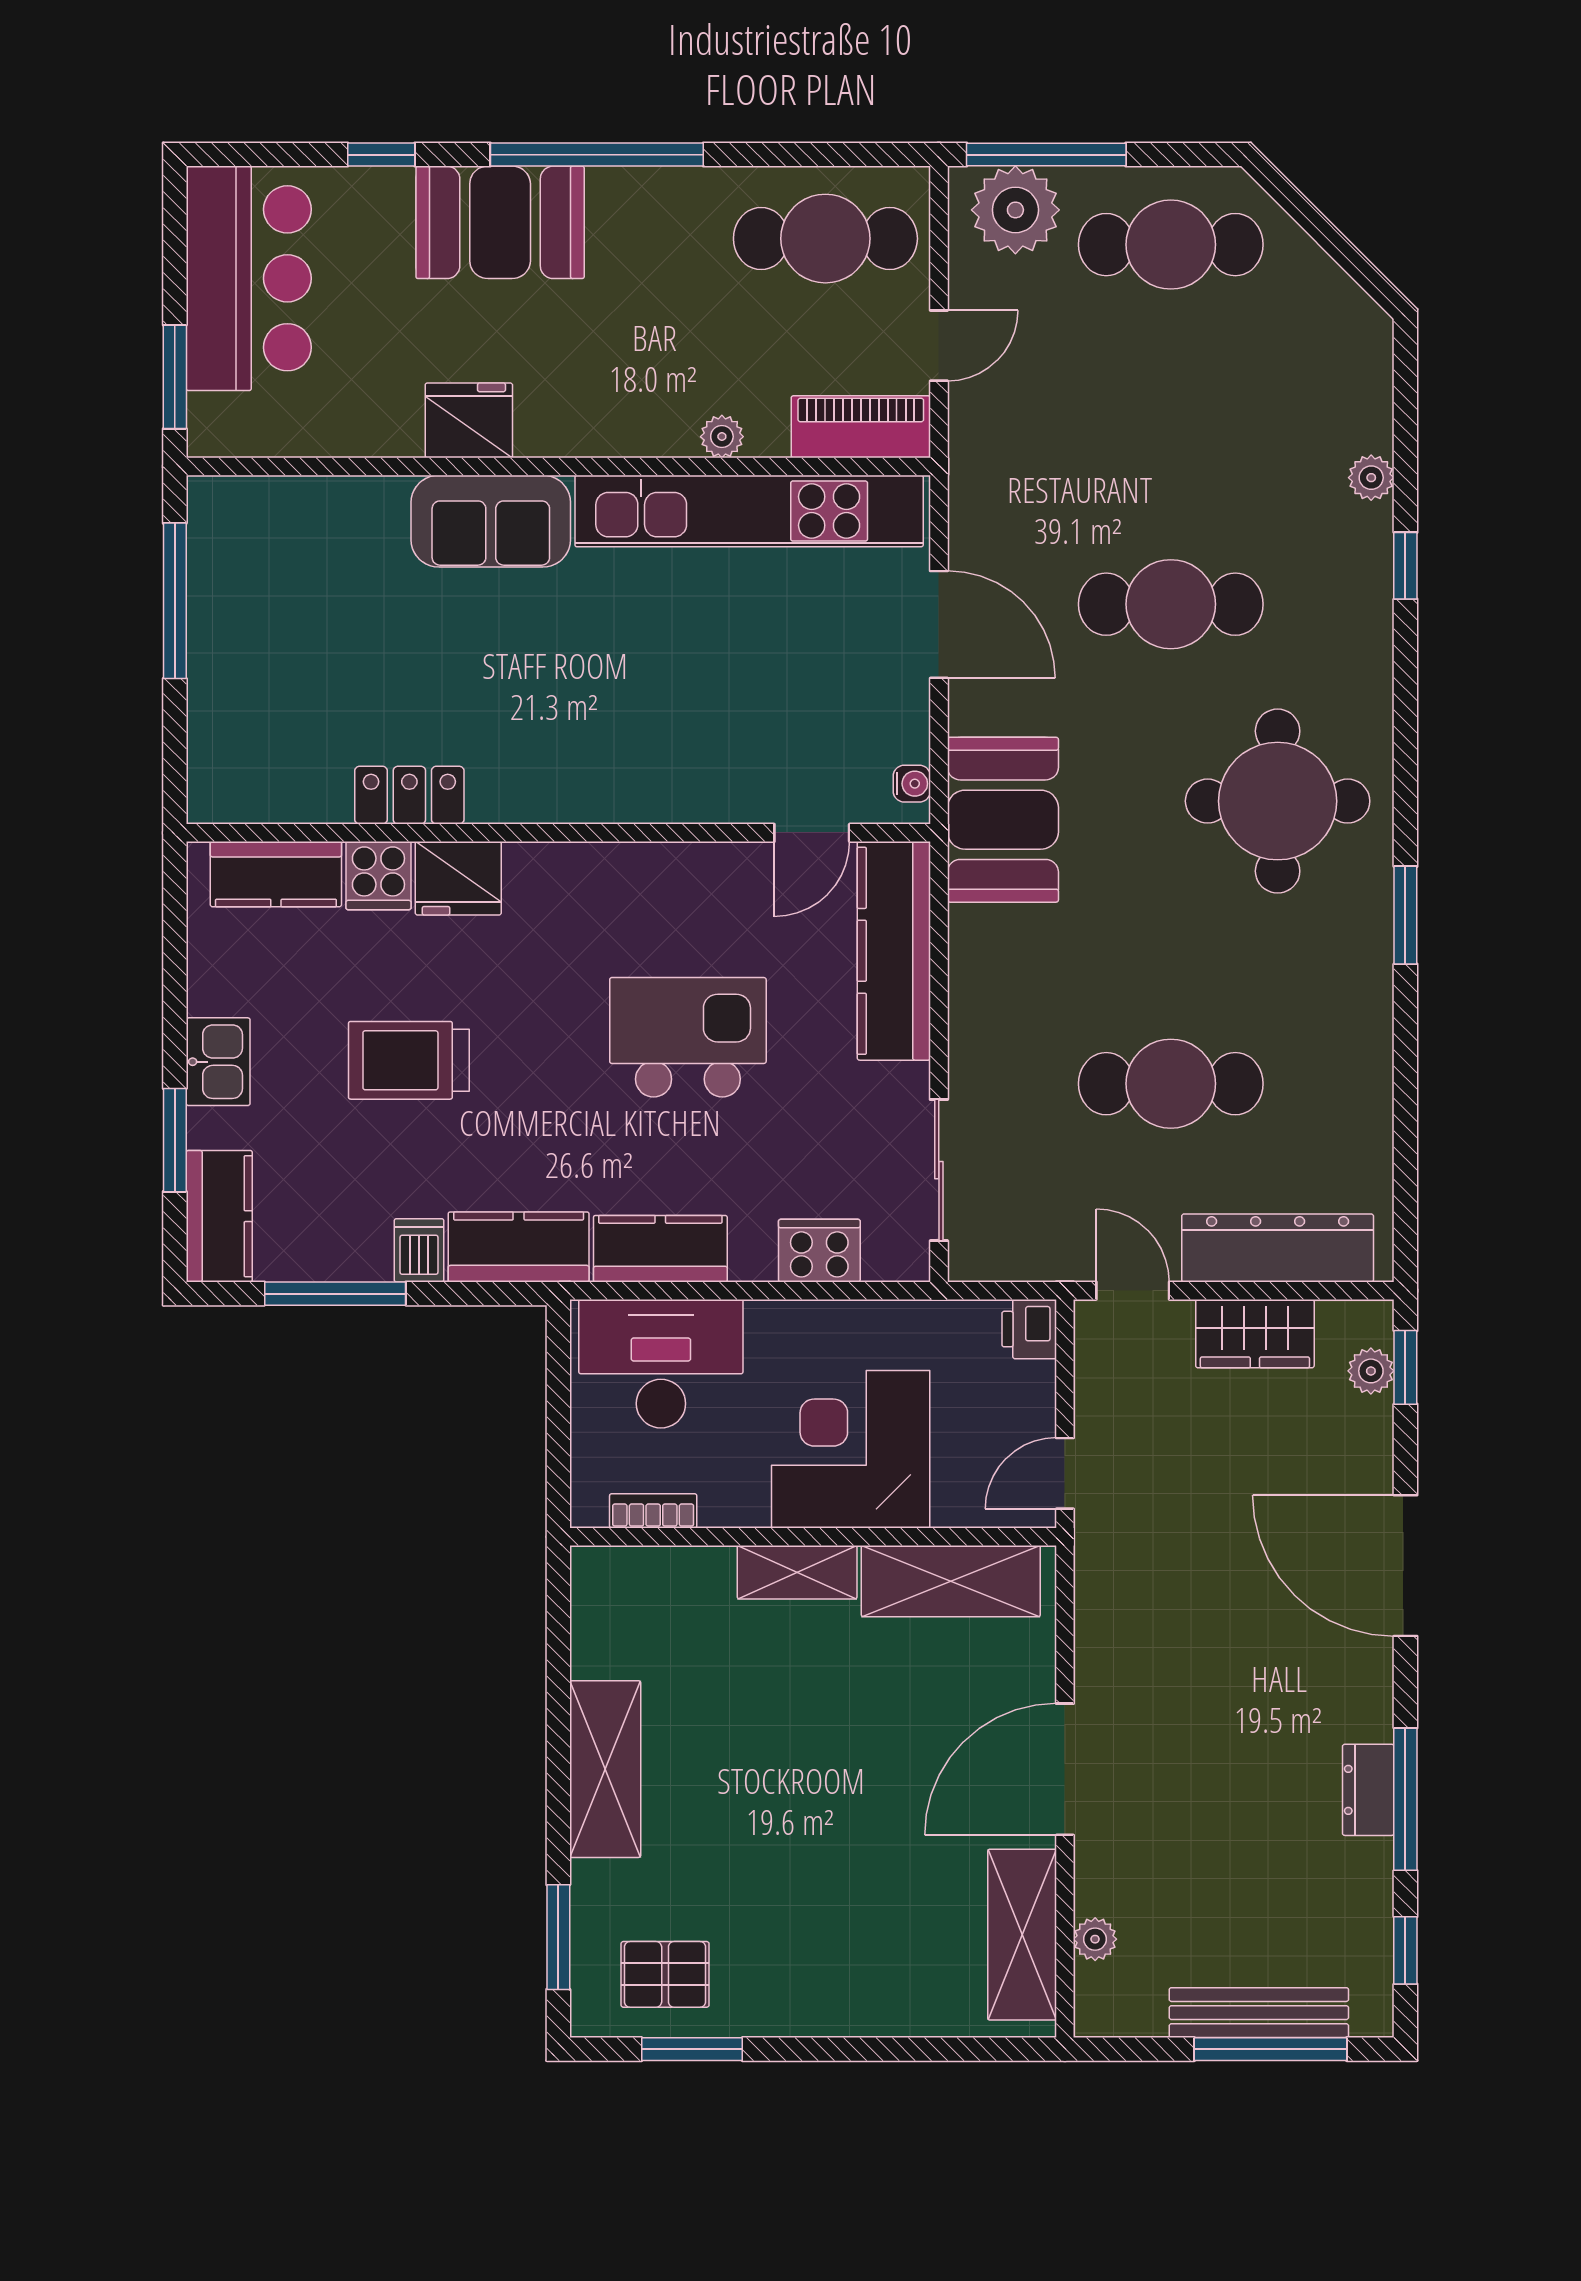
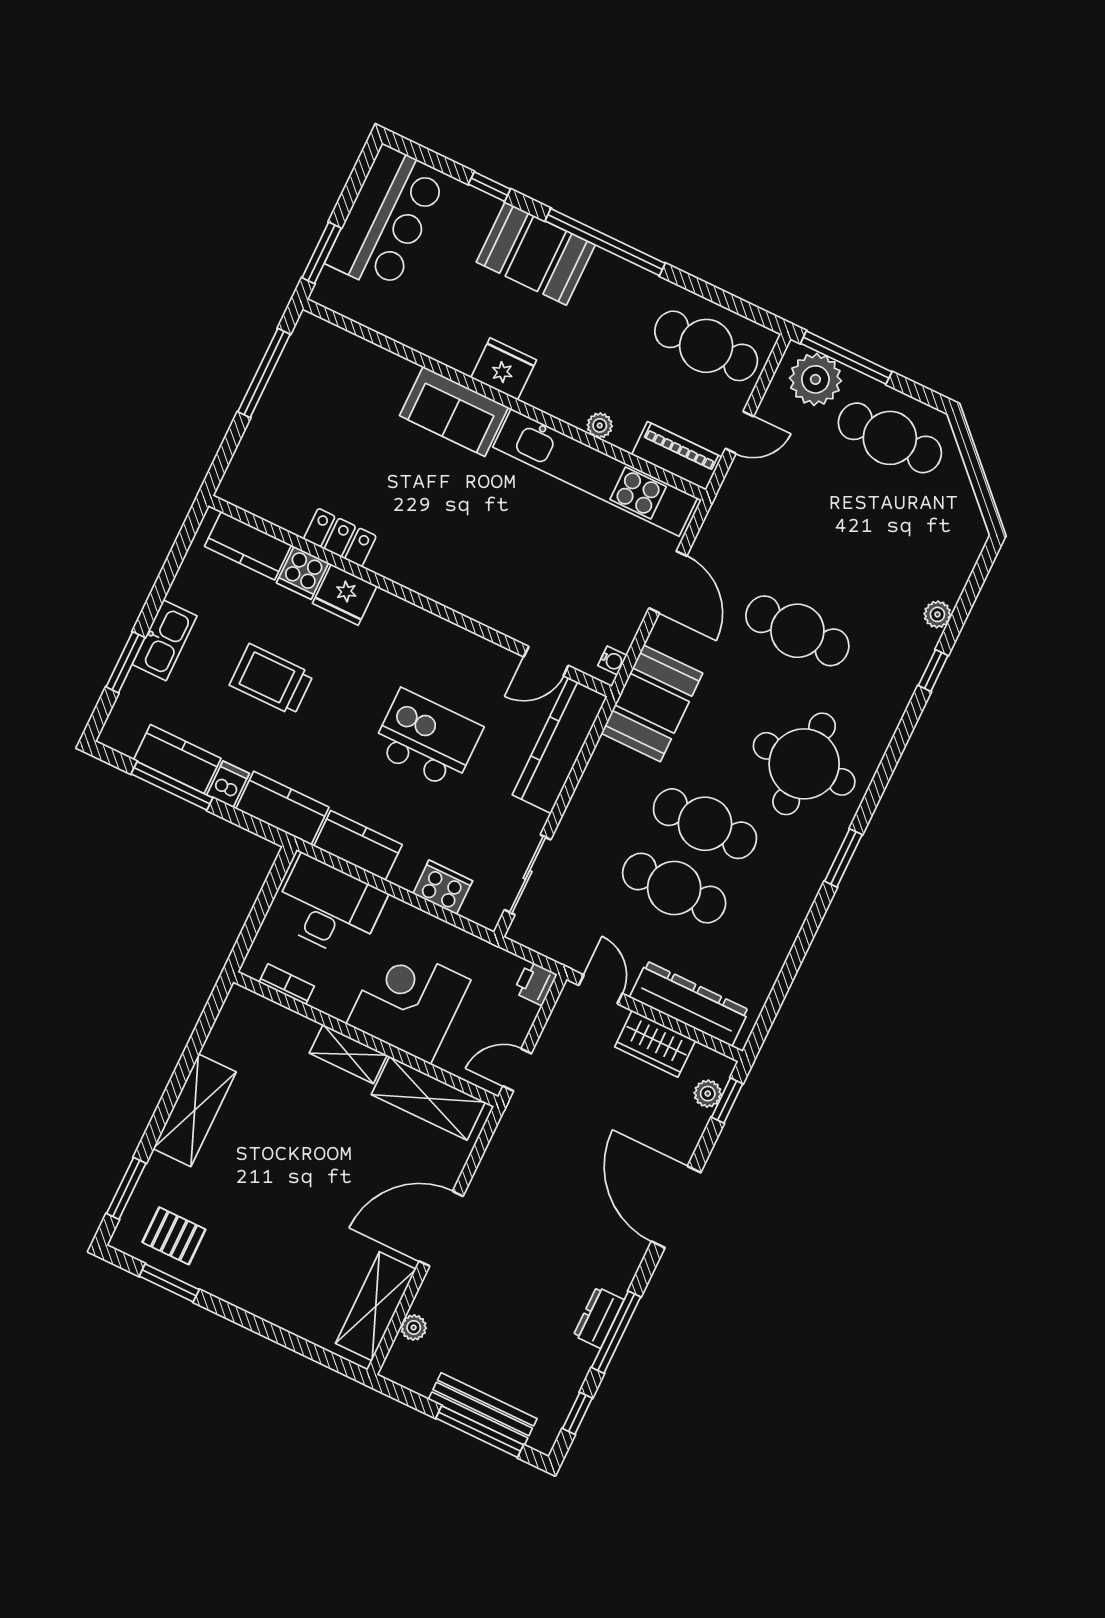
fridge: (469, 420) -> (504, 369), moved
cafe table: (1171, 964) -> (705, 824), added
kitchen sink: (218, 1062) -> (165, 640), width x1.38
kitchen counter: (219, 1216) -> (177, 759), moved, turned -90

